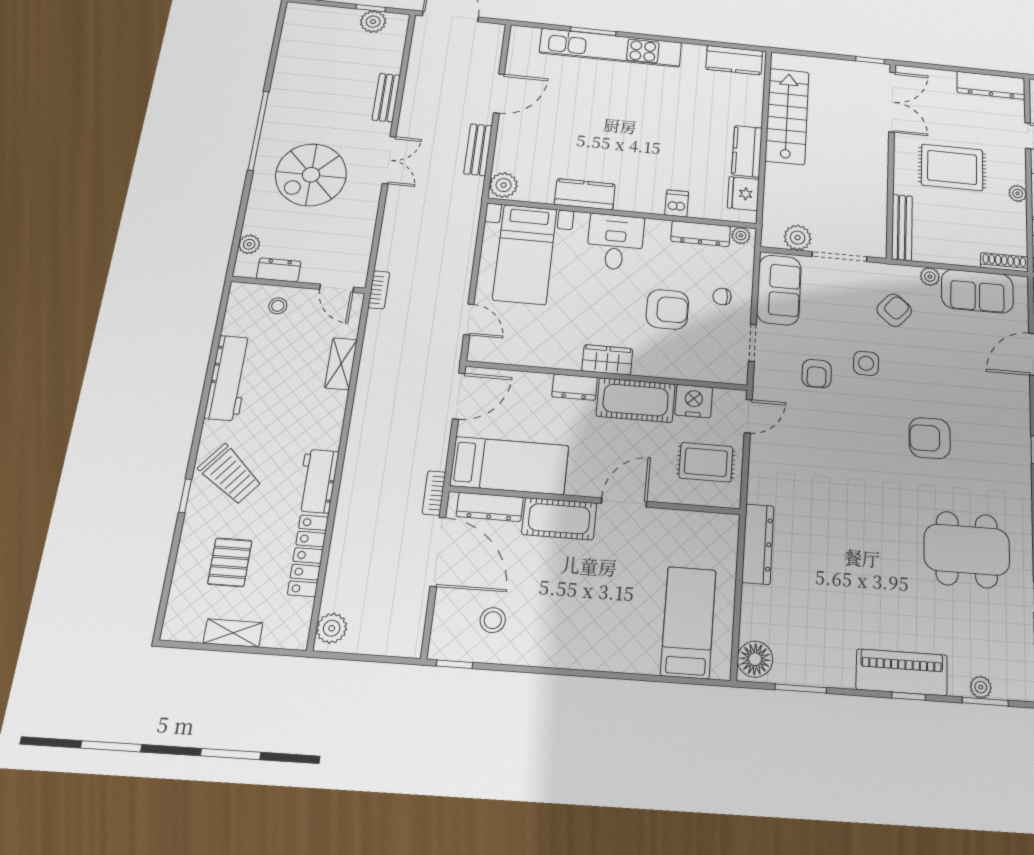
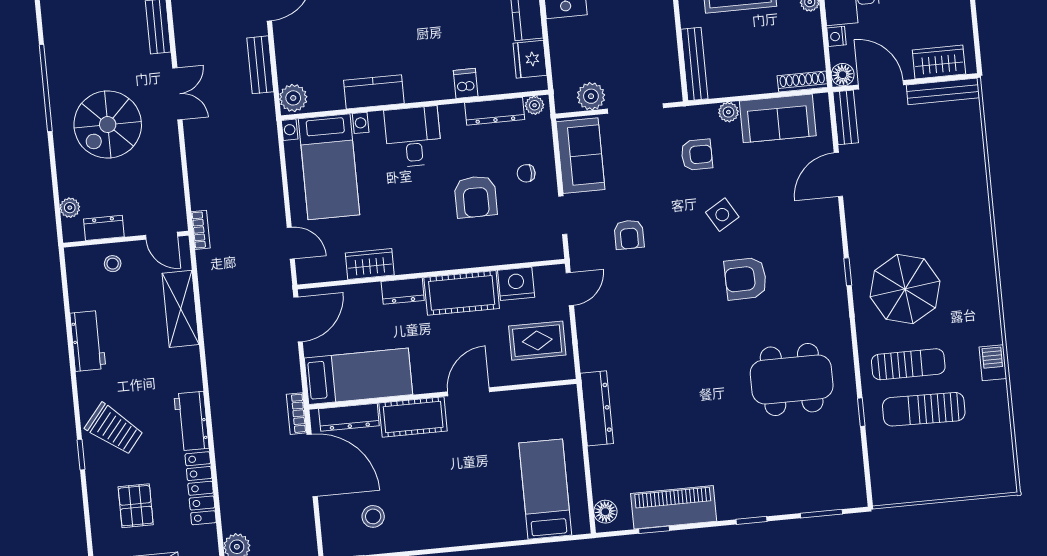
armchair: (667, 309) -> (476, 197), turned 90
armchair: (894, 310) -> (697, 155), turned 49
wardrobe: (607, 360) -> (370, 264), moved
side table: (866, 363) -> (722, 215), moved, turned -31
shelving: (341, 364) -> (181, 309), width x1.50, depth x1.33
workbench: (229, 378) -> (88, 341), width x0.73
floor lamp: (755, 659) -> (605, 512), width x0.73, depth x0.73
piano: (902, 672) -> (674, 507), moved
plant: (981, 687) -> (816, 502), removed
window: (801, 689) -> (654, 530), width x0.67

